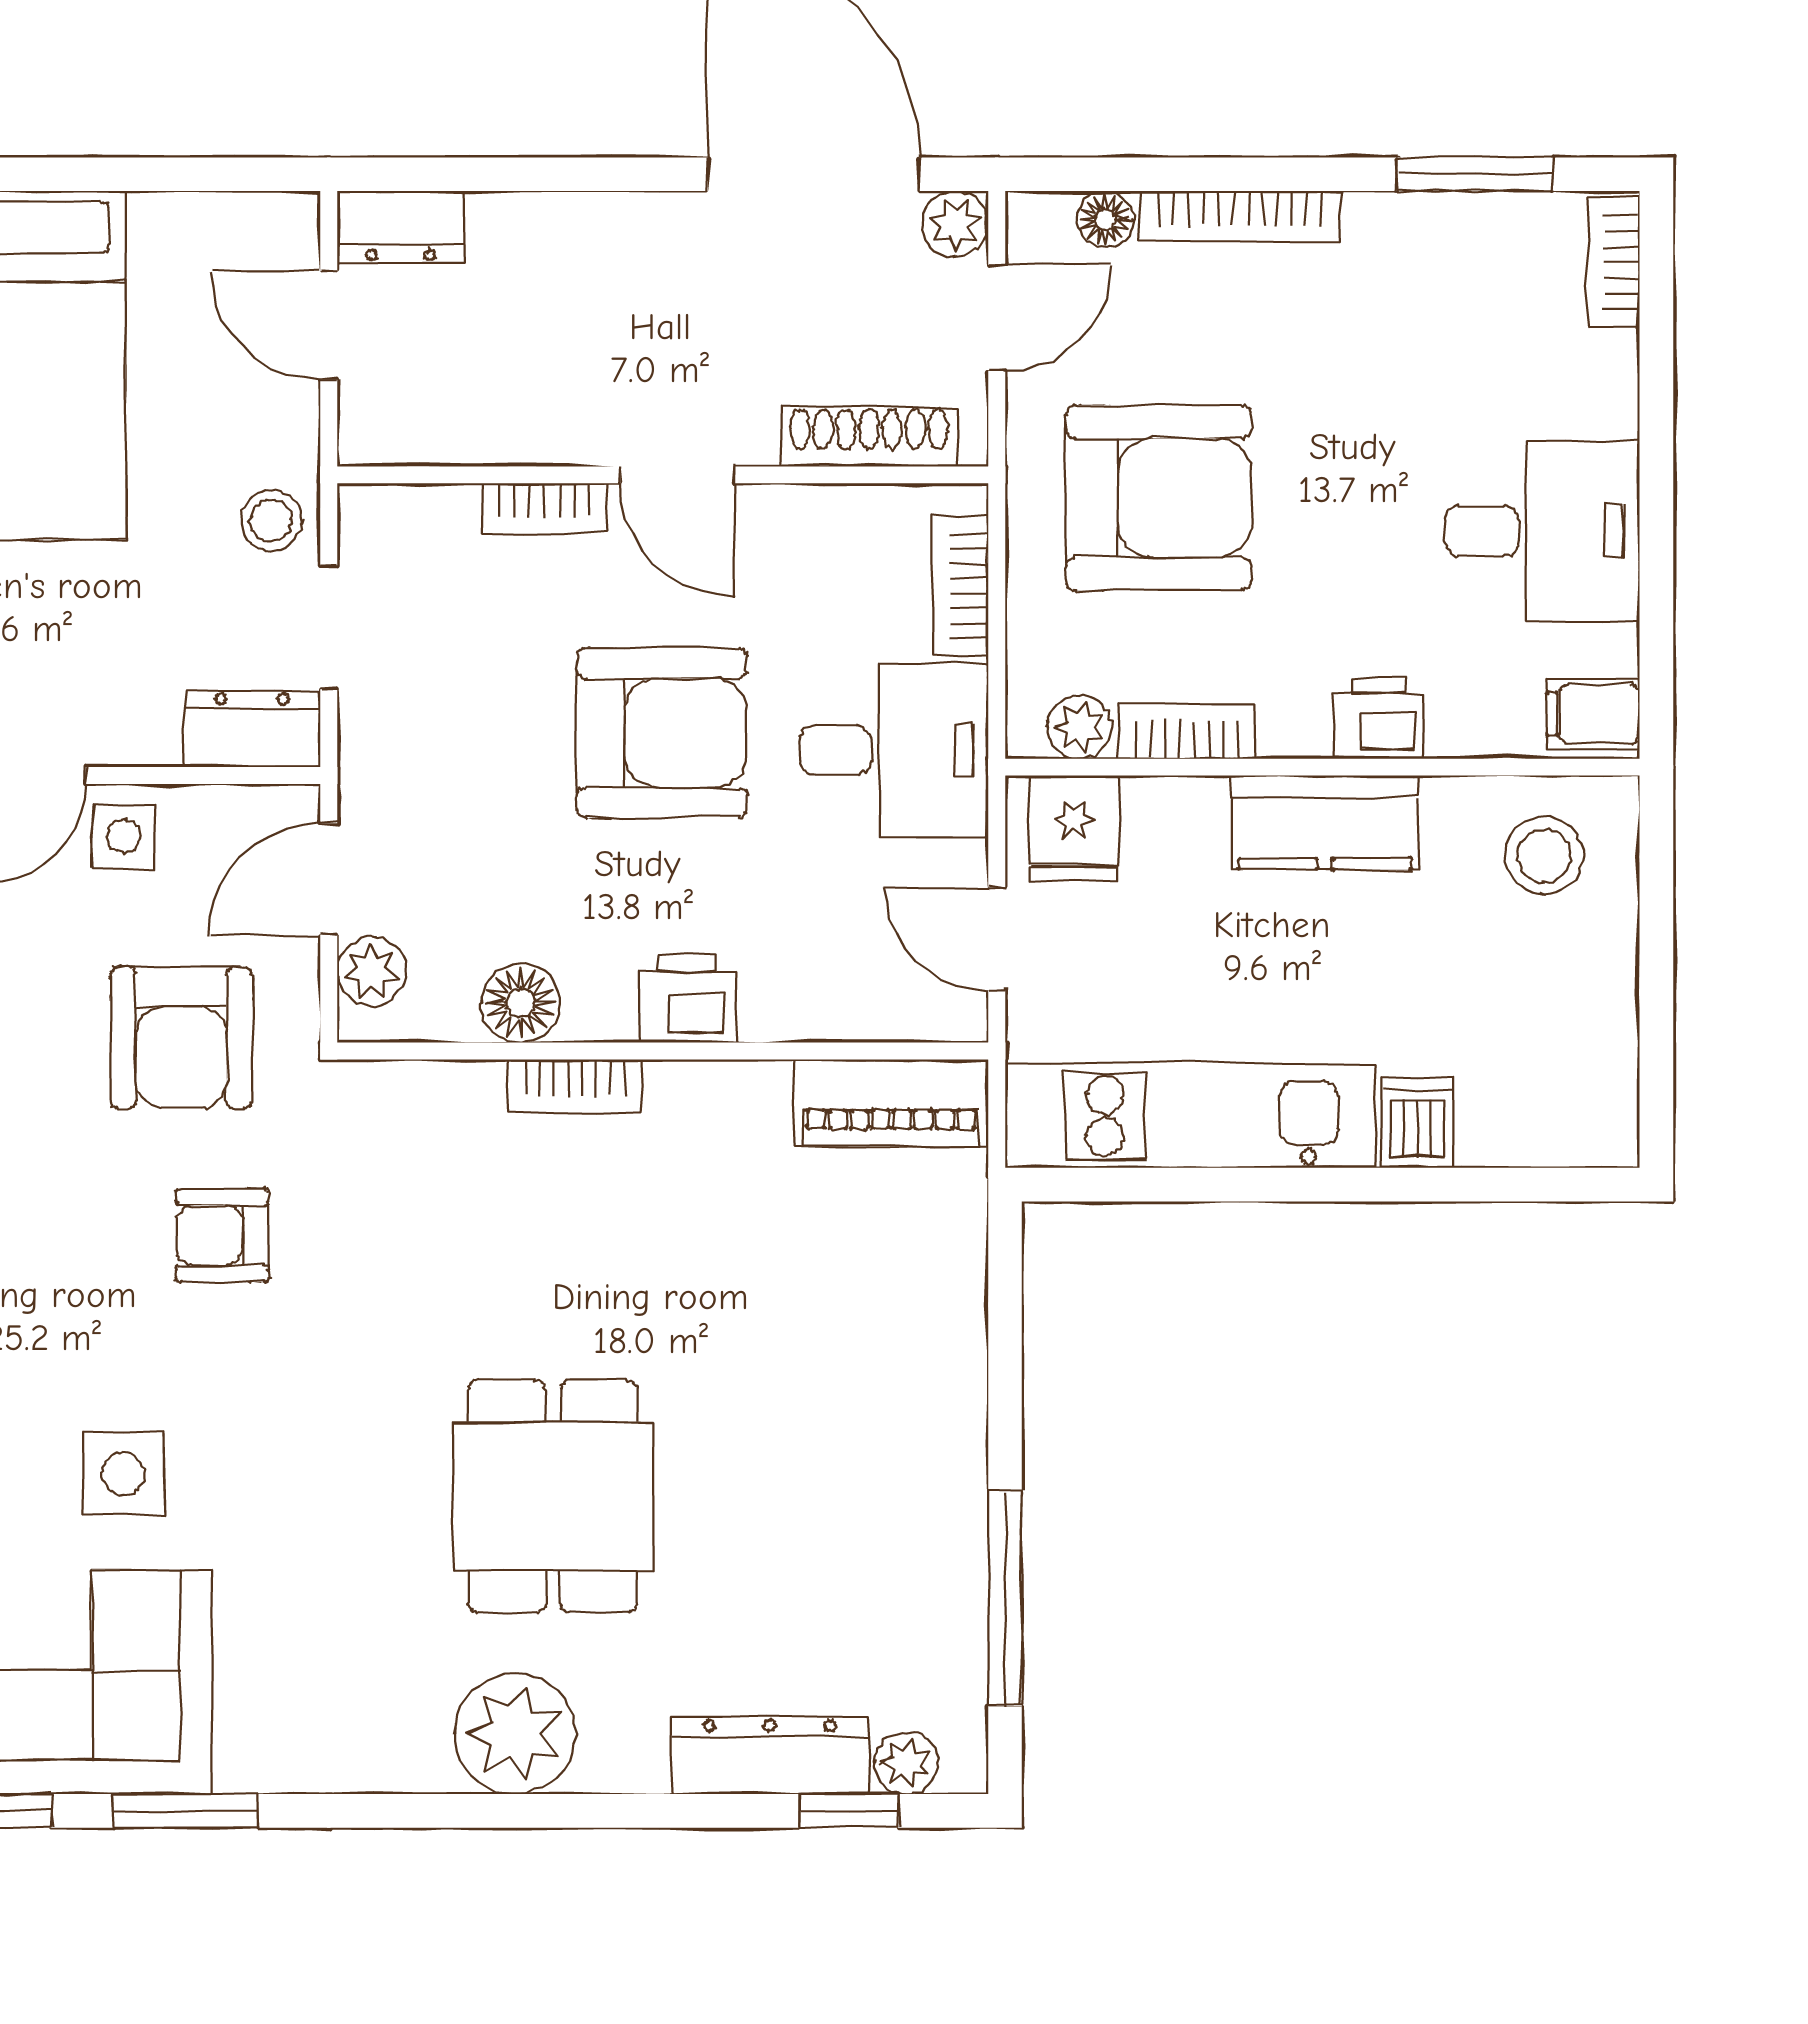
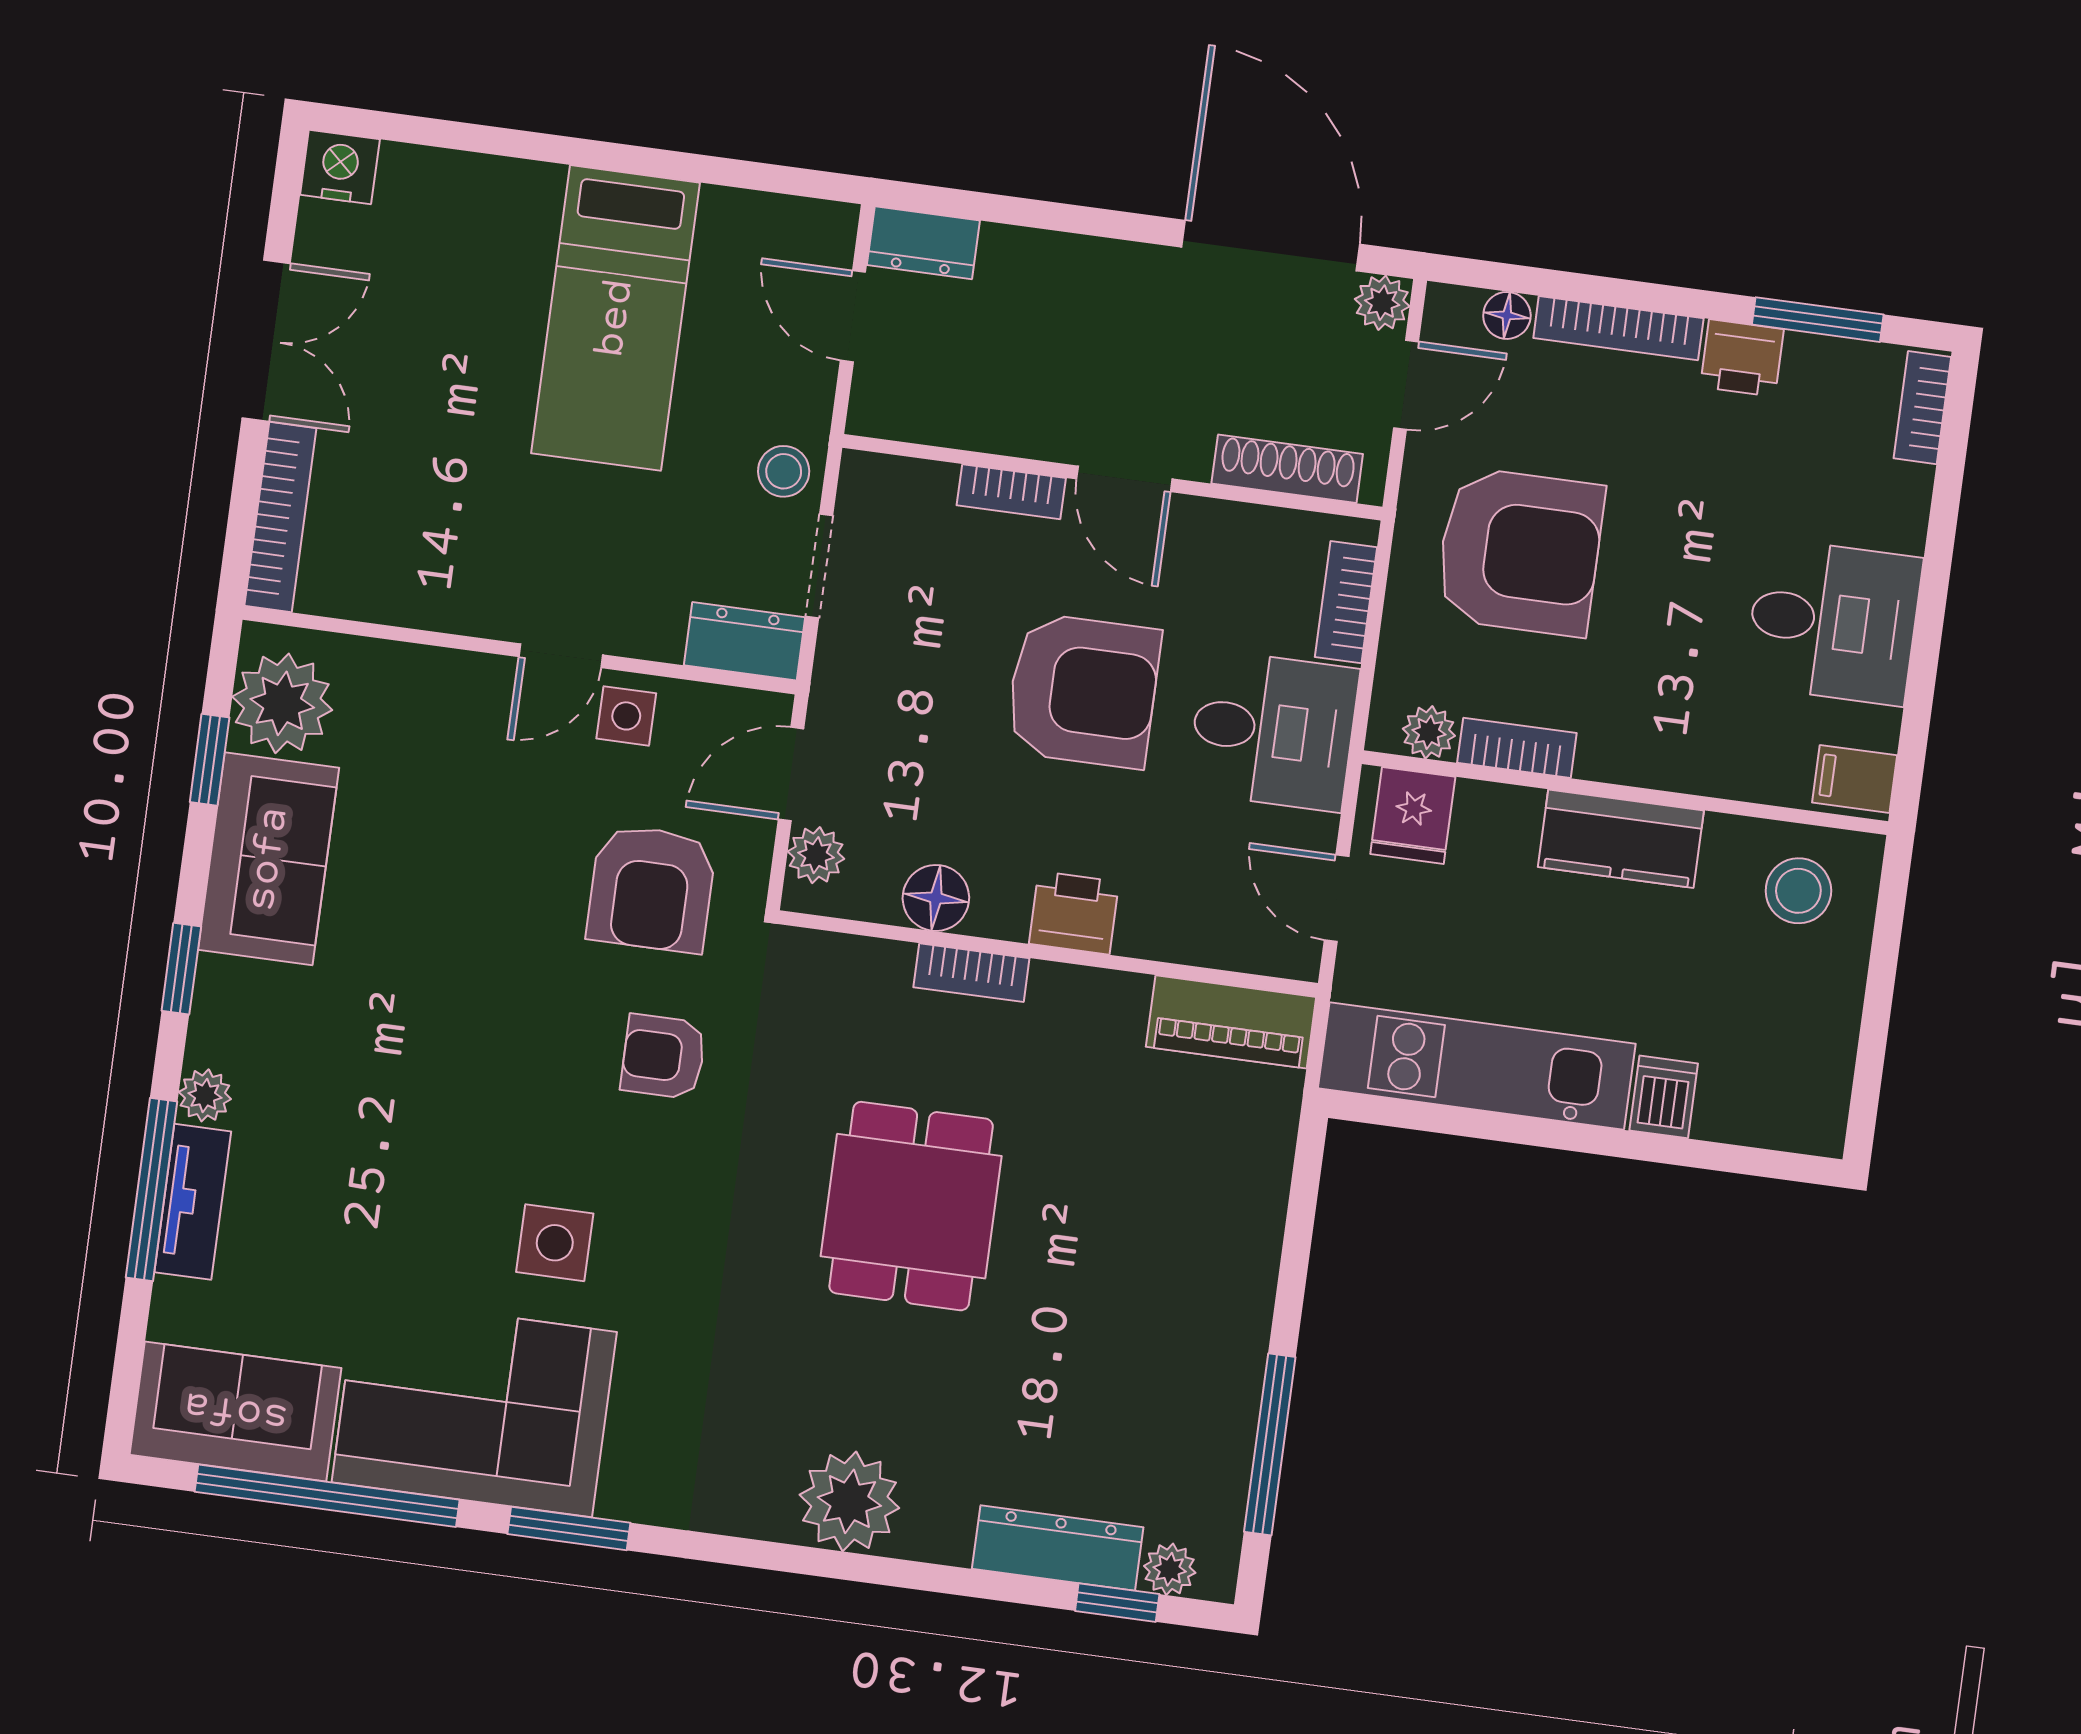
printer: (1379, 718) -> (1742, 358), moved, turned 180
dining table: (553, 1496) -> (911, 1206), moved

